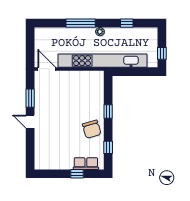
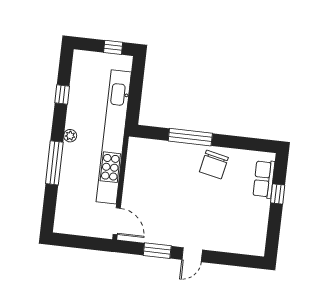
door: (47, 69) -> (117, 221), swing flipped
window: (108, 111) -> (190, 137), width x2.17
chair: (92, 129) -> (214, 165), turned 118
window: (108, 147) -> (244, 143), removed

